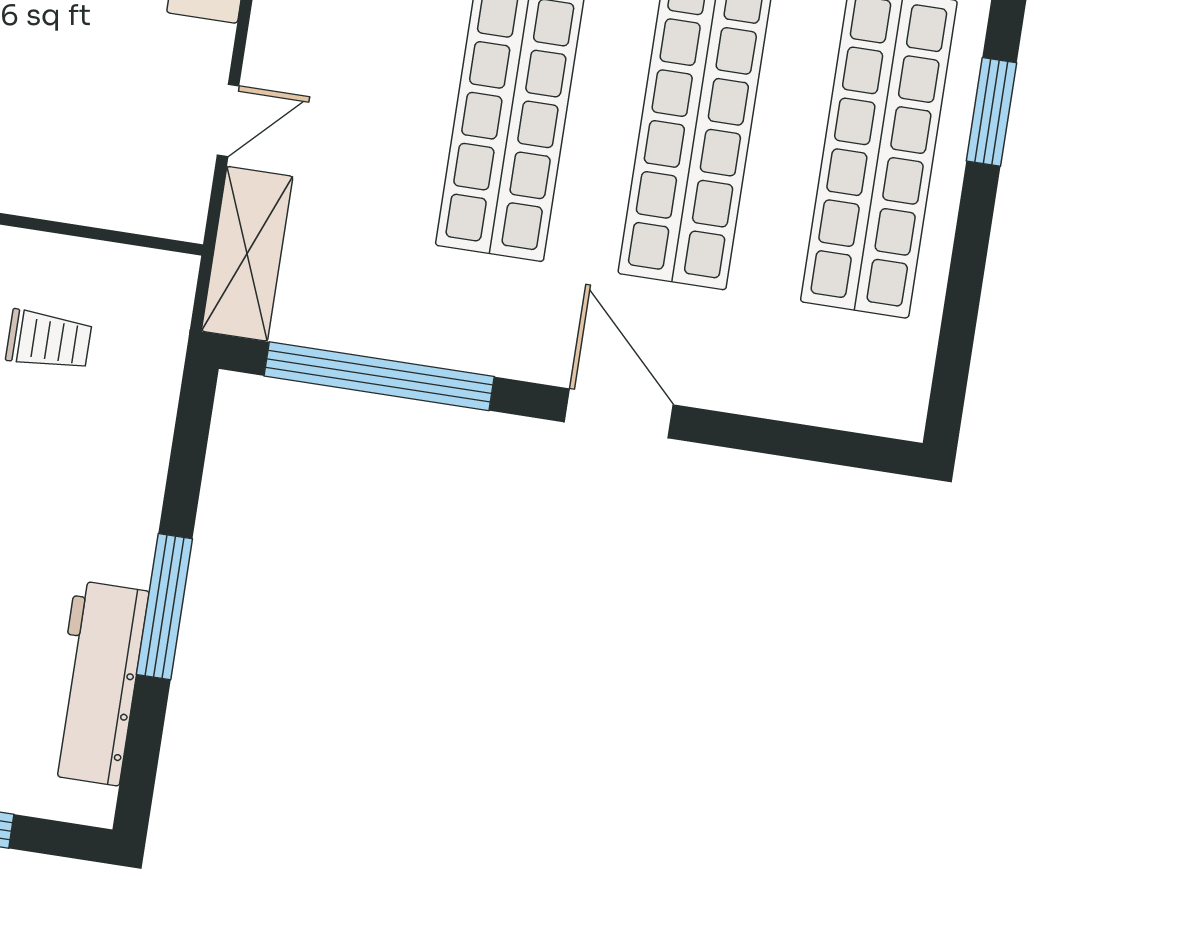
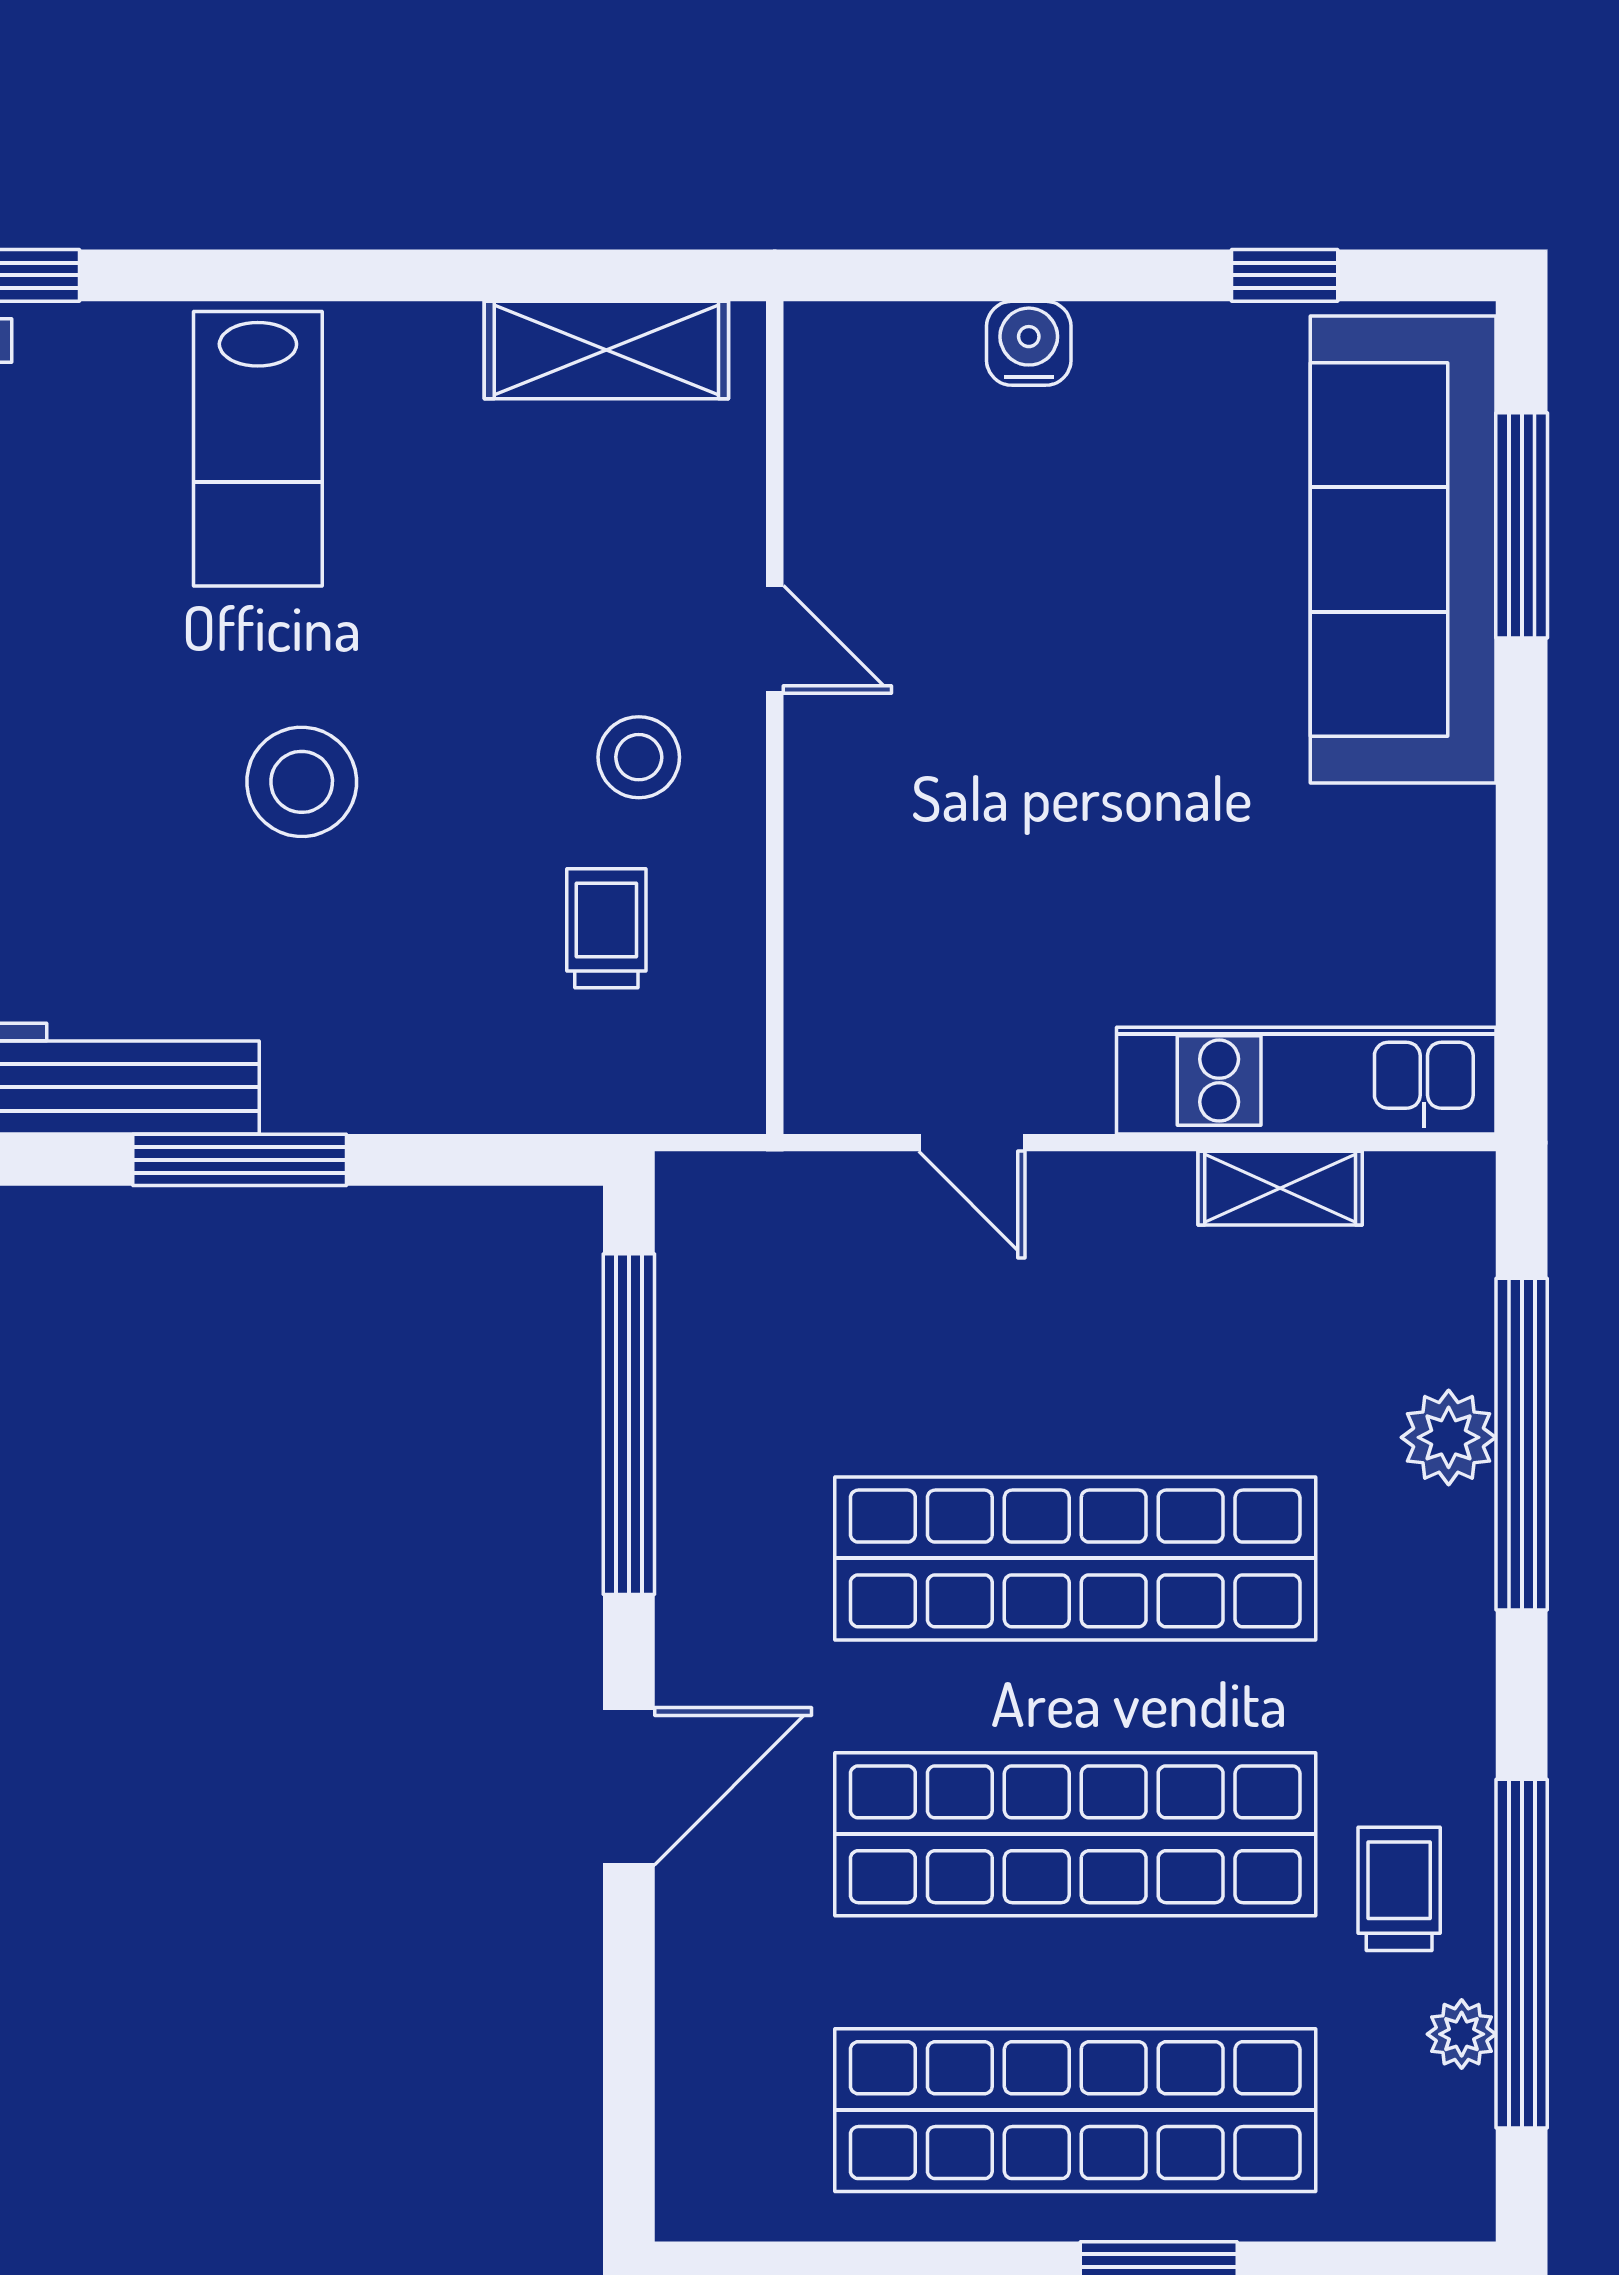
shelving: (247, 254) -> (779, 1201), removed
trolley: (49, 340) -> (606, 928), turned 180

